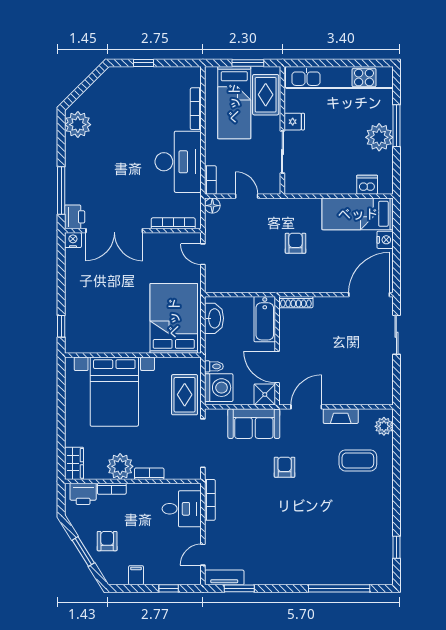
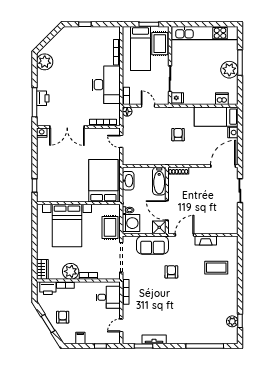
fridge: (294, 122) -> (177, 98), moved
printer: (75, 217) -> (43, 98), moved
plant: (384, 426) -> (232, 321), moved
tv unit: (224, 577) -> (154, 339), moved

